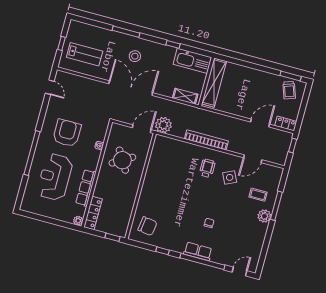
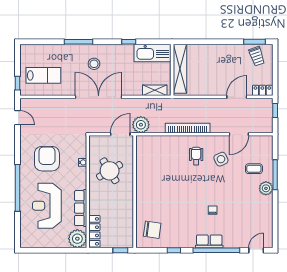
window: (62, 43) -> (18, 83), moved
plant: (78, 221) -> (77, 239), width x1.87, depth x1.87

